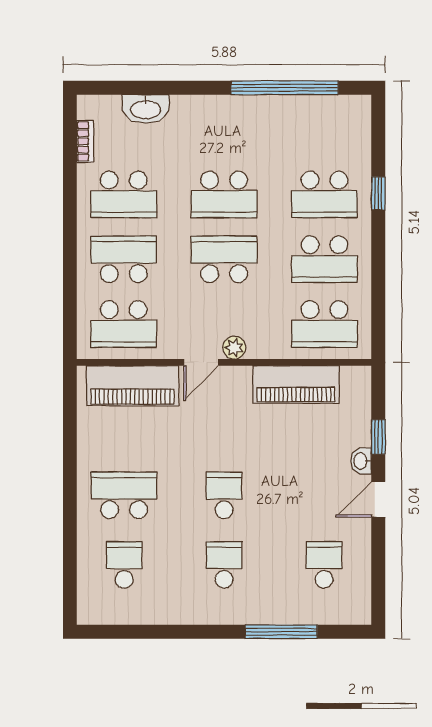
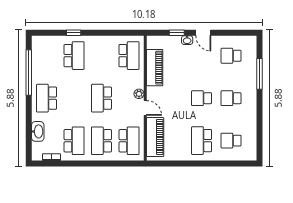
school desk: (224, 194) -> (47, 98), moved, turned 180
school desk: (324, 259) -> (101, 56), removed

